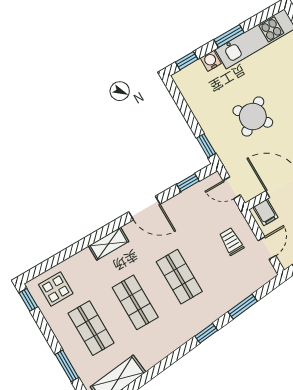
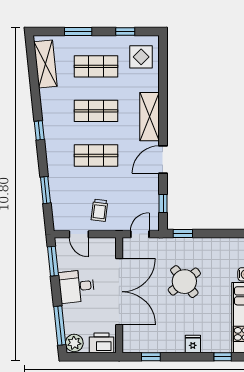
filing cabinet: (266, 212) -> (106, 249), removed
trolley: (231, 241) -> (99, 210), turned 97
shelving: (109, 244) -> (149, 117), width x1.50, depth x1.33
window: (28, 300) -> (125, 31), moved
window: (206, 333) -> (39, 130), moved

